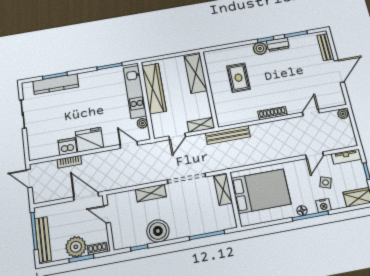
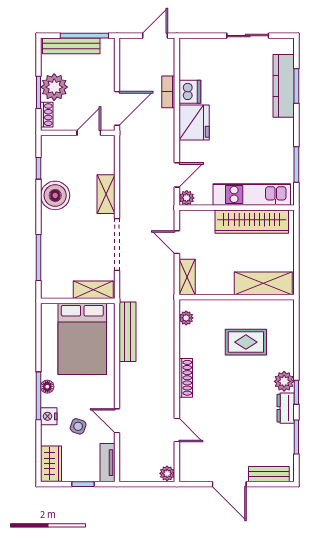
plant: (230, 120) -> (186, 318), added
plant: (142, 123) -> (187, 198), moved
bench: (228, 135) -> (128, 332), moved

